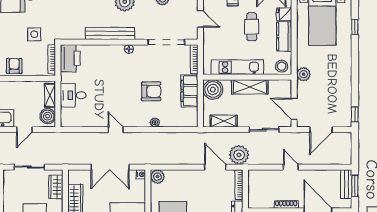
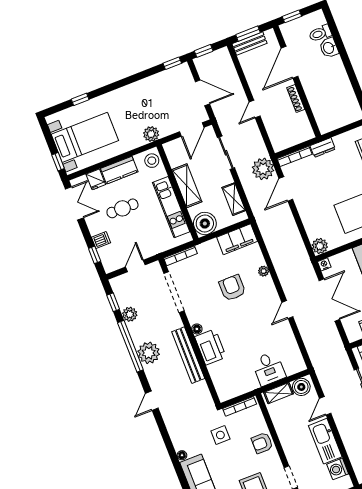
printer: (70, 58) -> (210, 347), moved, turned 90
filing cabinet: (190, 91) -> (237, 239), moved
door: (24, 130) -> (325, 406), swing flipped
window: (355, 144) -> (204, 51), added

